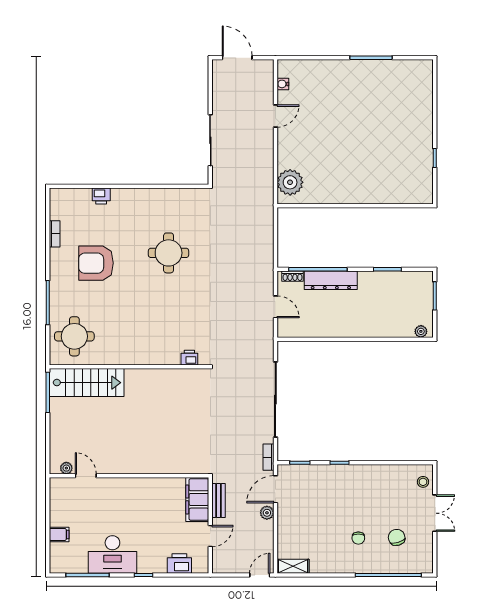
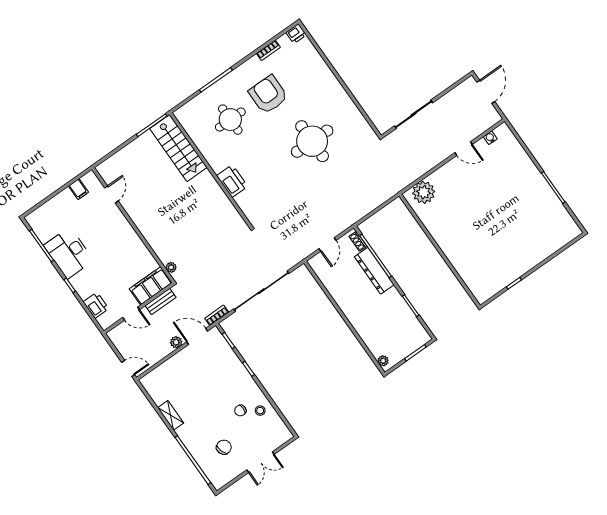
printer: (101, 196) -> (296, 34), moved, turned -90
round table: (169, 253) -> (312, 141), width x1.36, depth x1.36
round table: (74, 336) -> (230, 120), moved
printer: (189, 358) -> (232, 181), moved, width x1.87, depth x1.48
plant: (66, 468) -> (171, 267), moved
stool: (423, 482) -> (260, 411), moved
filing cabinet: (59, 534) -> (78, 189), moved
chair: (358, 538) -> (240, 410), moved
shelving: (293, 566) -> (171, 415), moved

